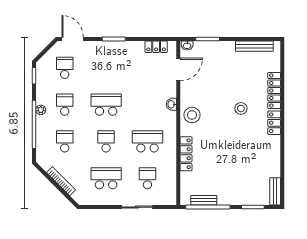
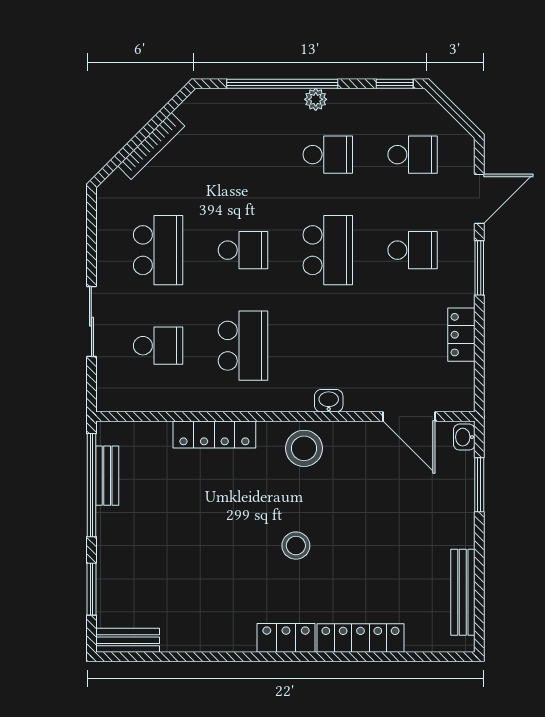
door: (73, 39) -> (479, 199), moved
locker: (156, 47) -> (461, 335), moved
stool: (241, 108) -> (296, 546), moved
school desk: (65, 141) -> (413, 250), moved

